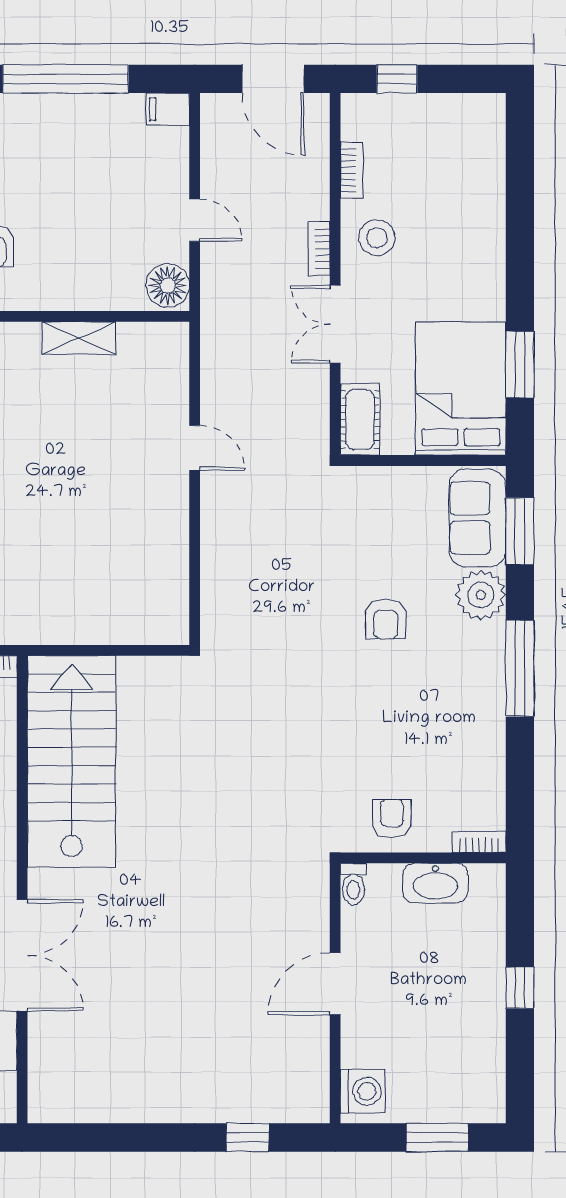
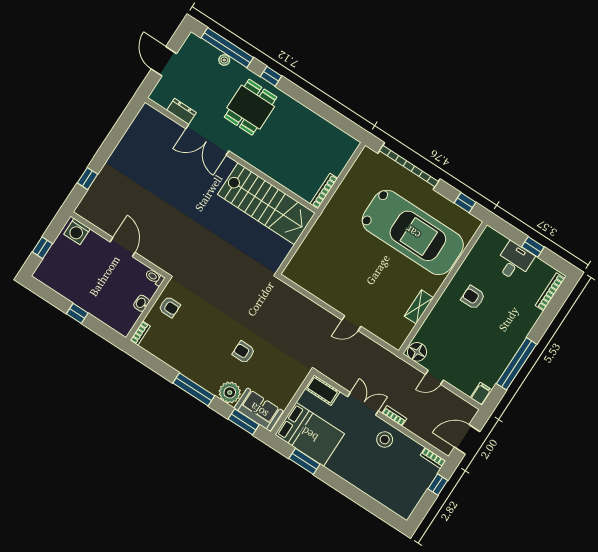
bookcase: (352, 170) -> (433, 458), moved
washbasin: (435, 883) -> (141, 303), width x0.52, depth x0.69
window: (437, 1137) -> (42, 248), width x0.67

